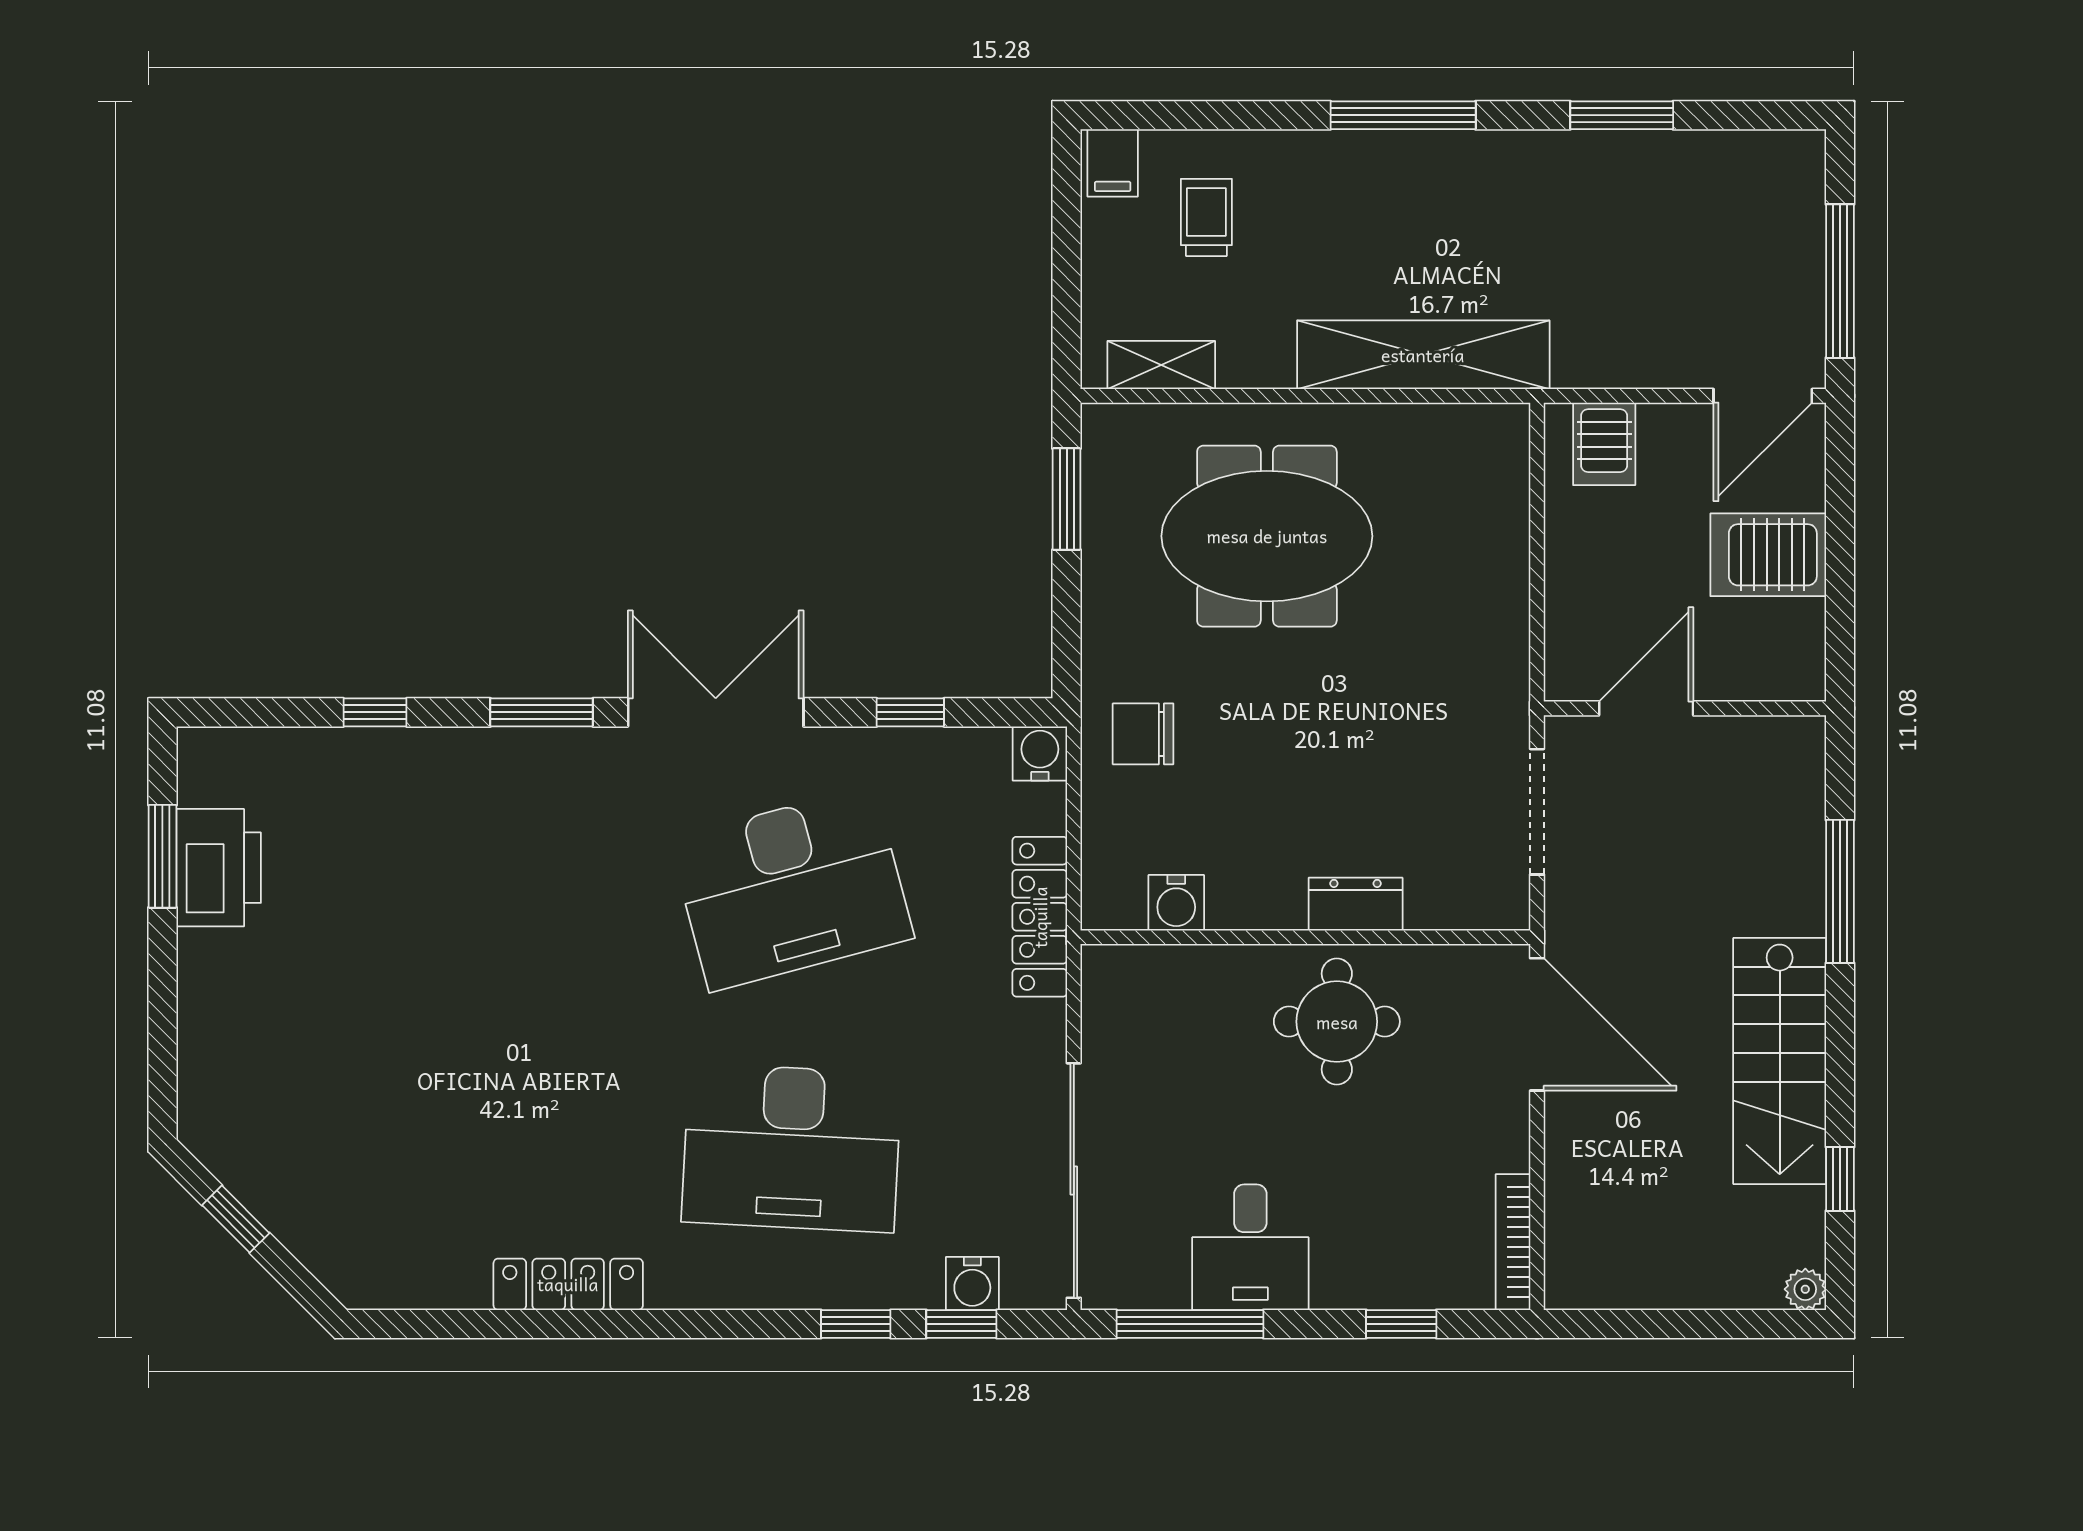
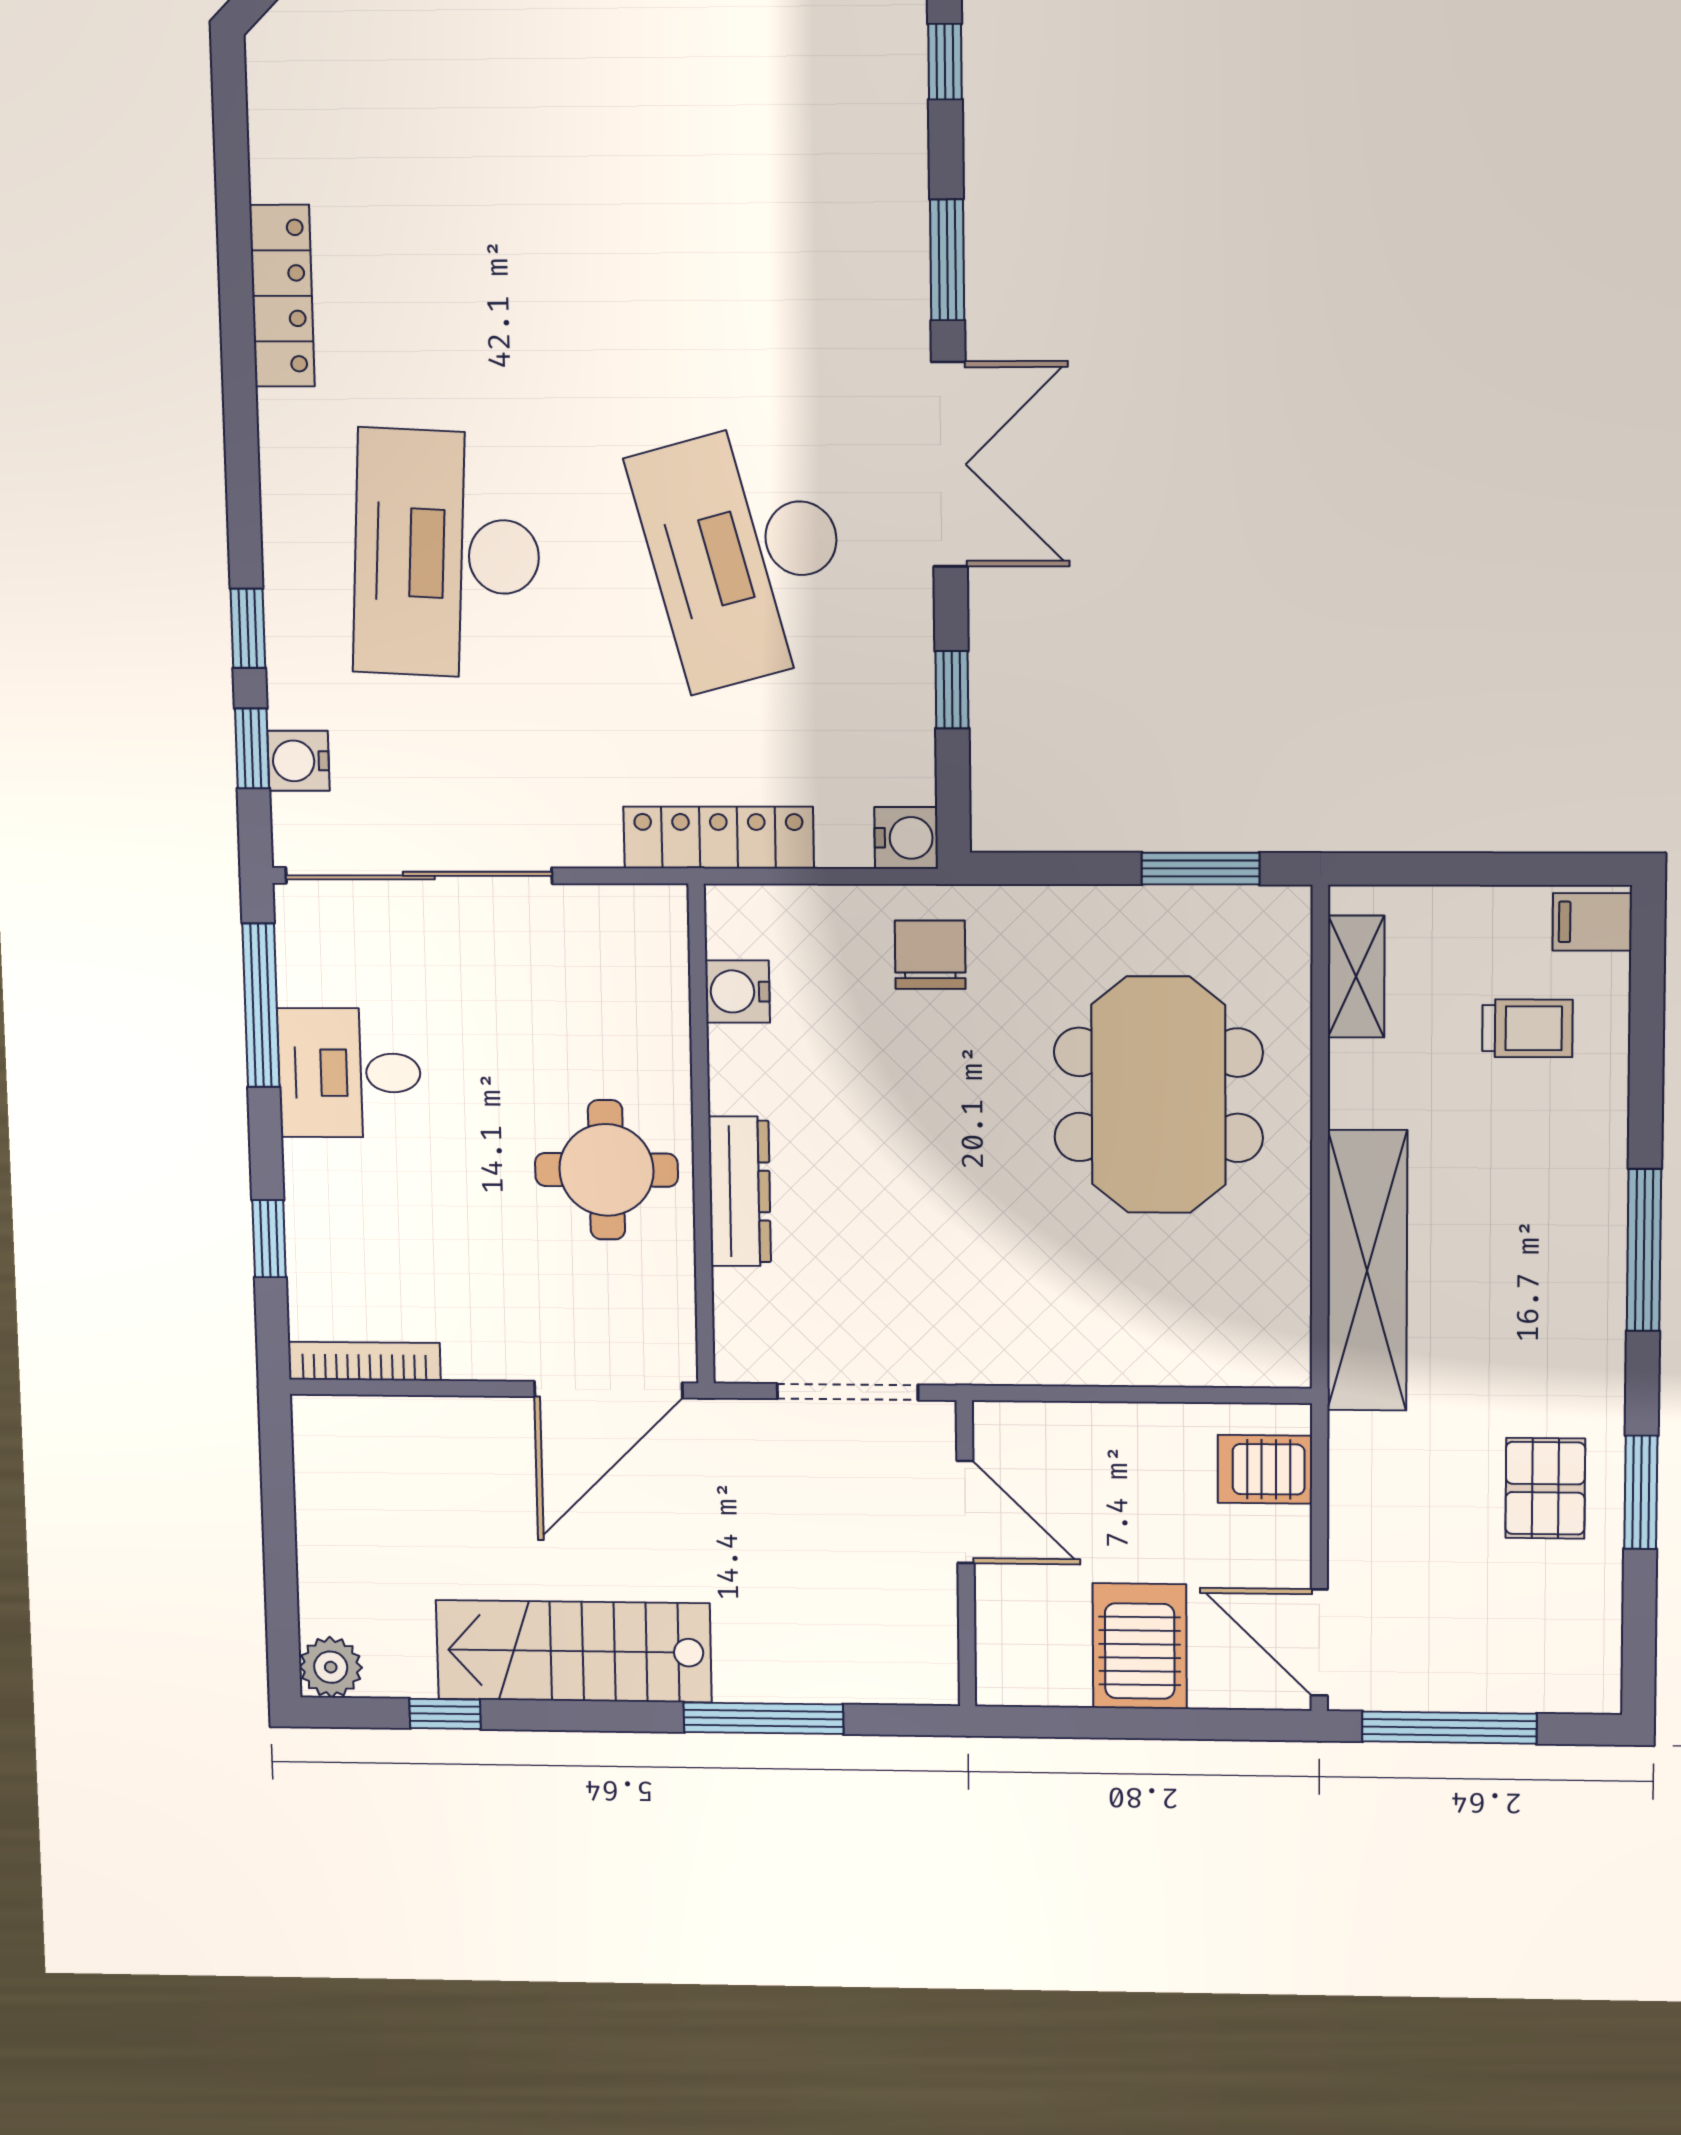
pallet: (1619, 199) -> (1545, 1488), added
dresser: (1356, 904) -> (740, 1191), width x1.44
plant: (1805, 1289) -> (331, 1667), width x1.38, depth x1.38

